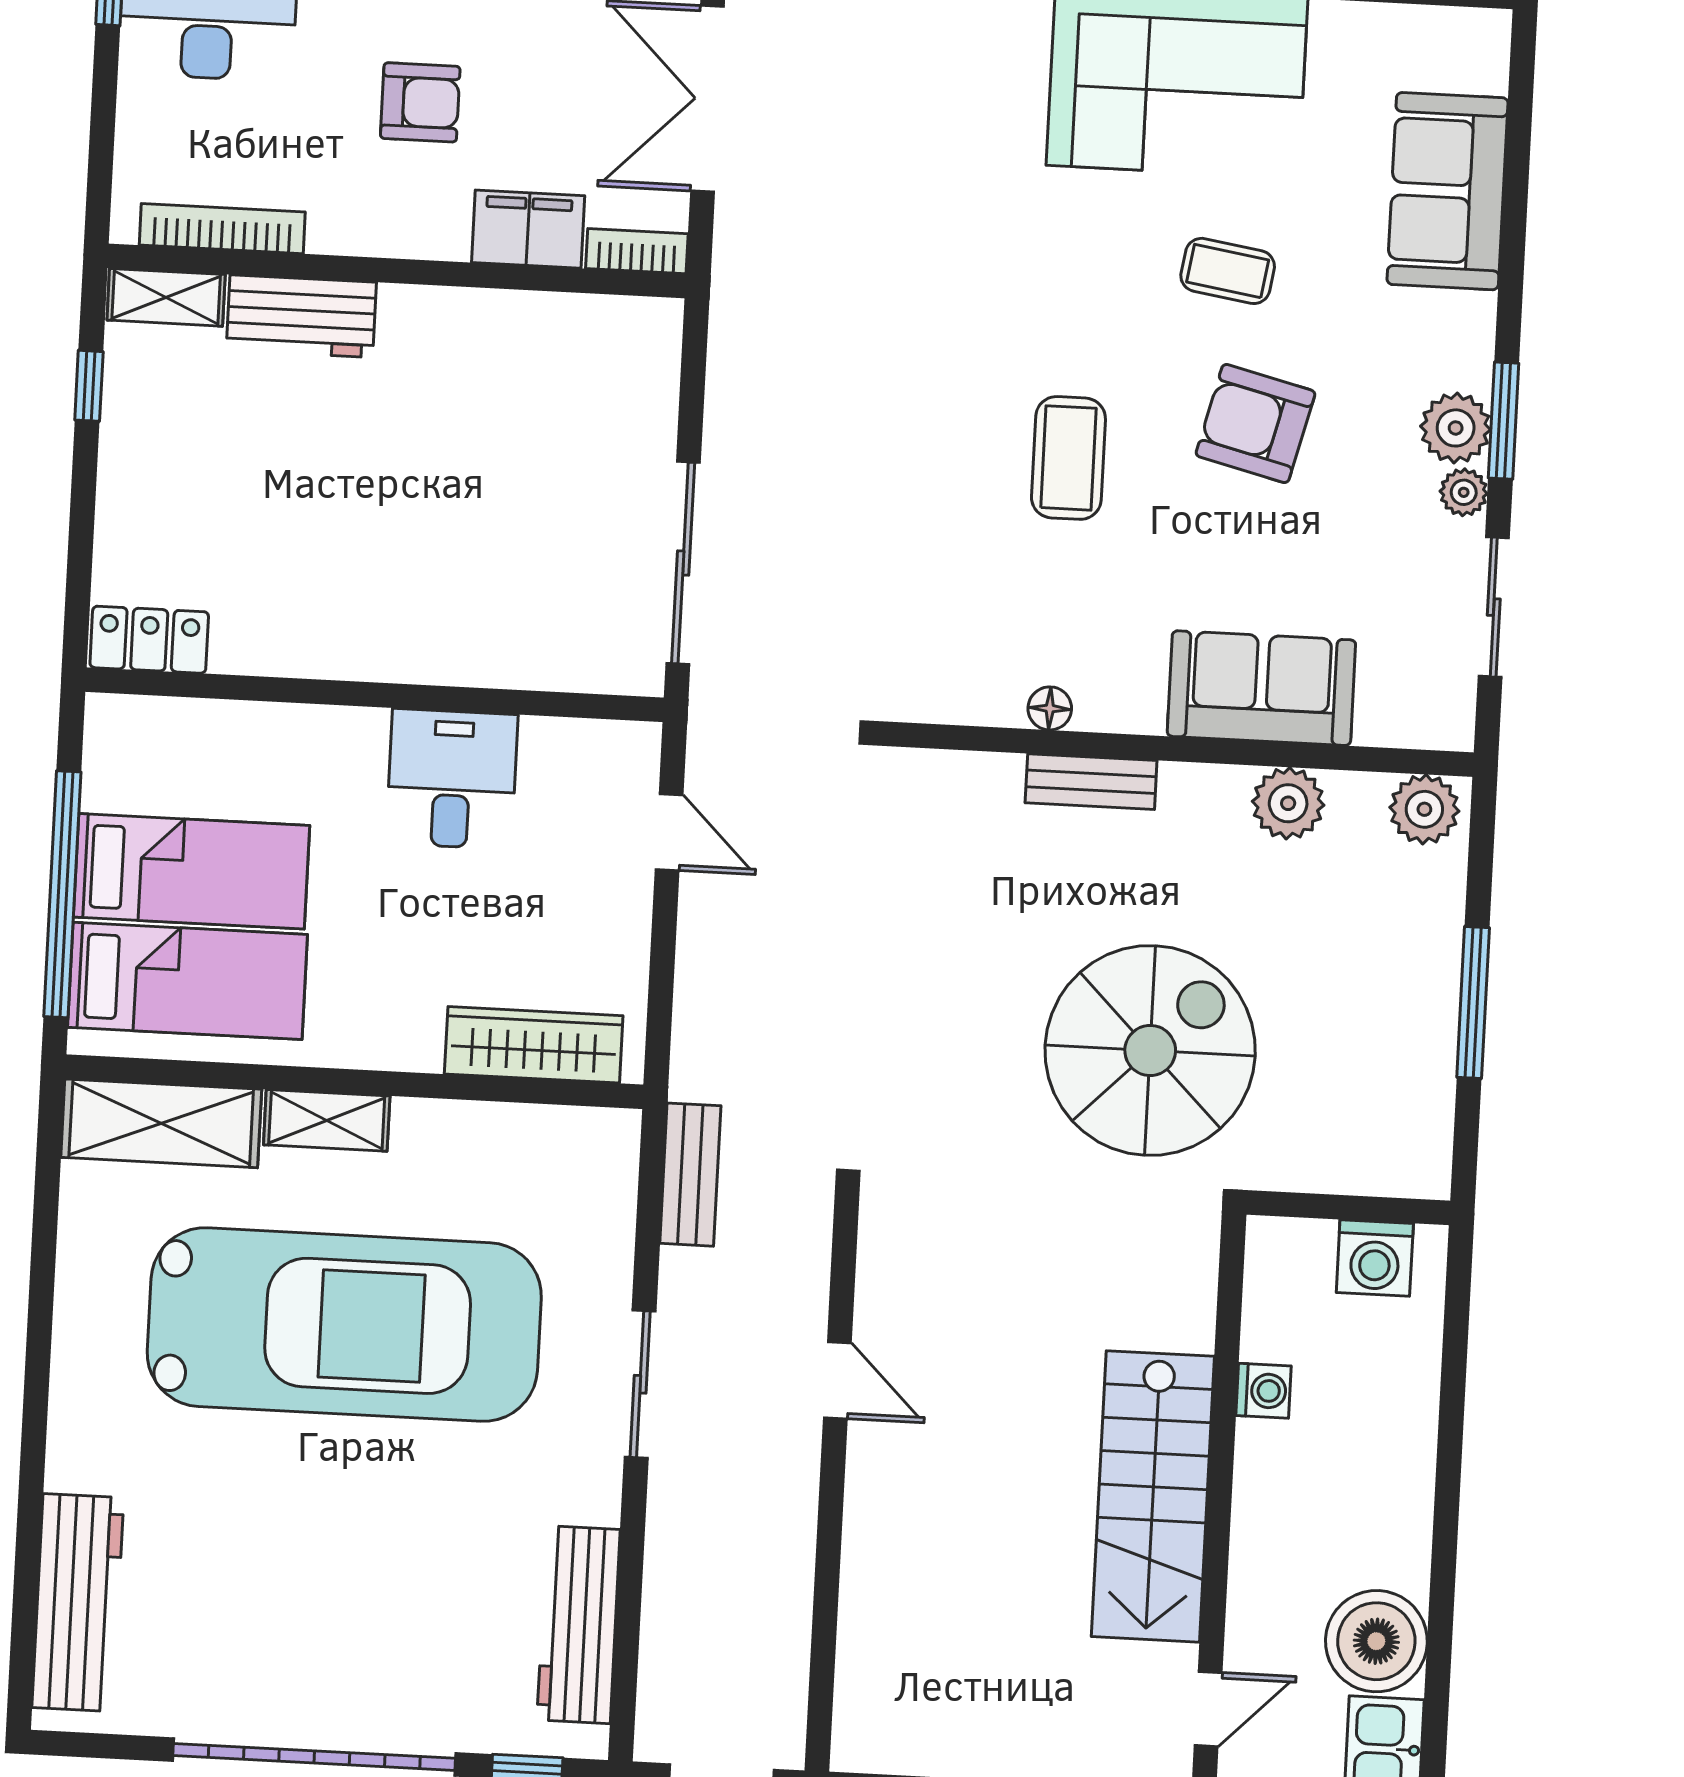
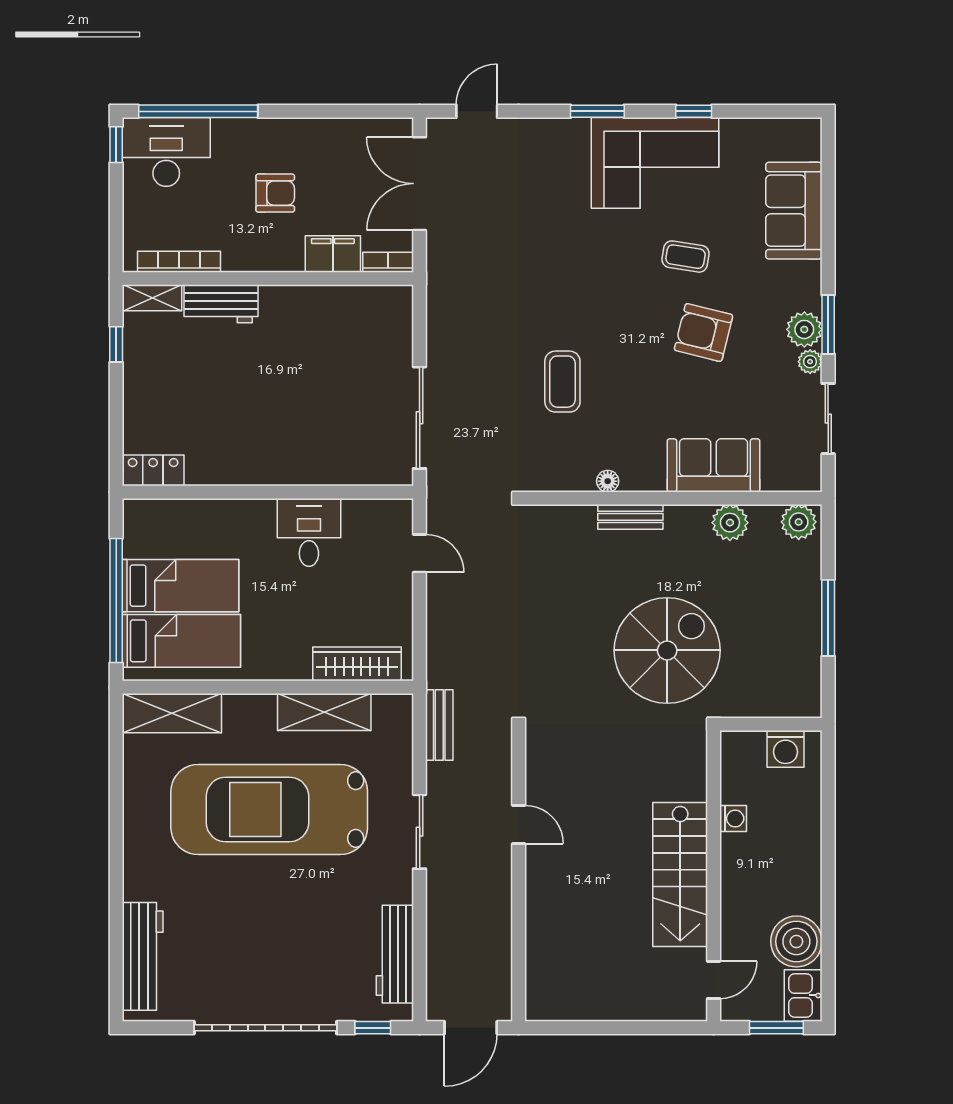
coffee table: (1068, 458) -> (562, 382), moved
shelving: (327, 1120) -> (324, 712), moved, width x1.50, depth x1.33
car: (344, 1325) -> (269, 809), turned 180

